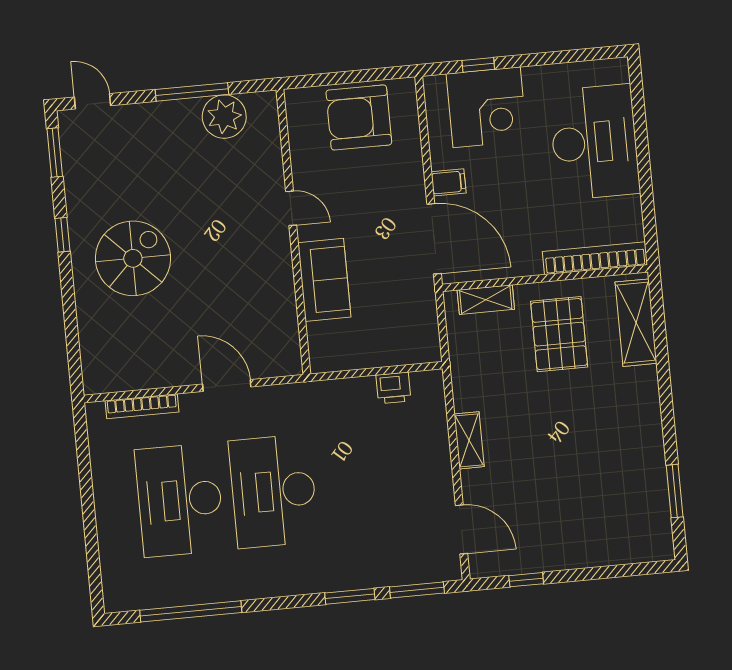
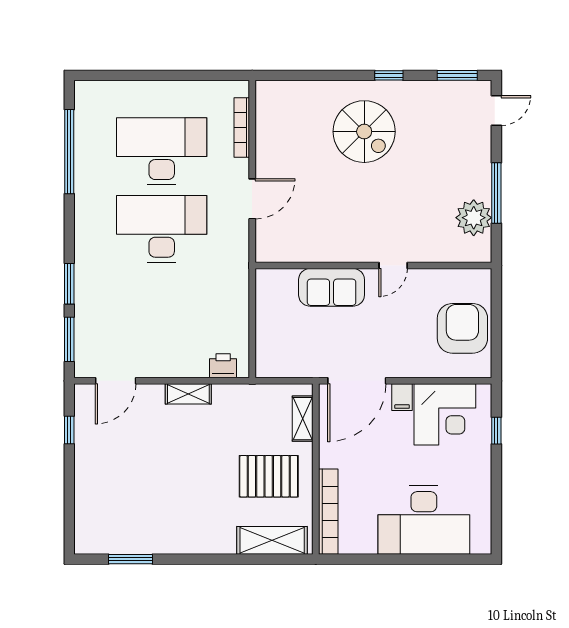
corner desk: (487, 107) -> (445, 414), moved, turned -90
printer: (393, 388) -> (223, 366), moved, turned 90

